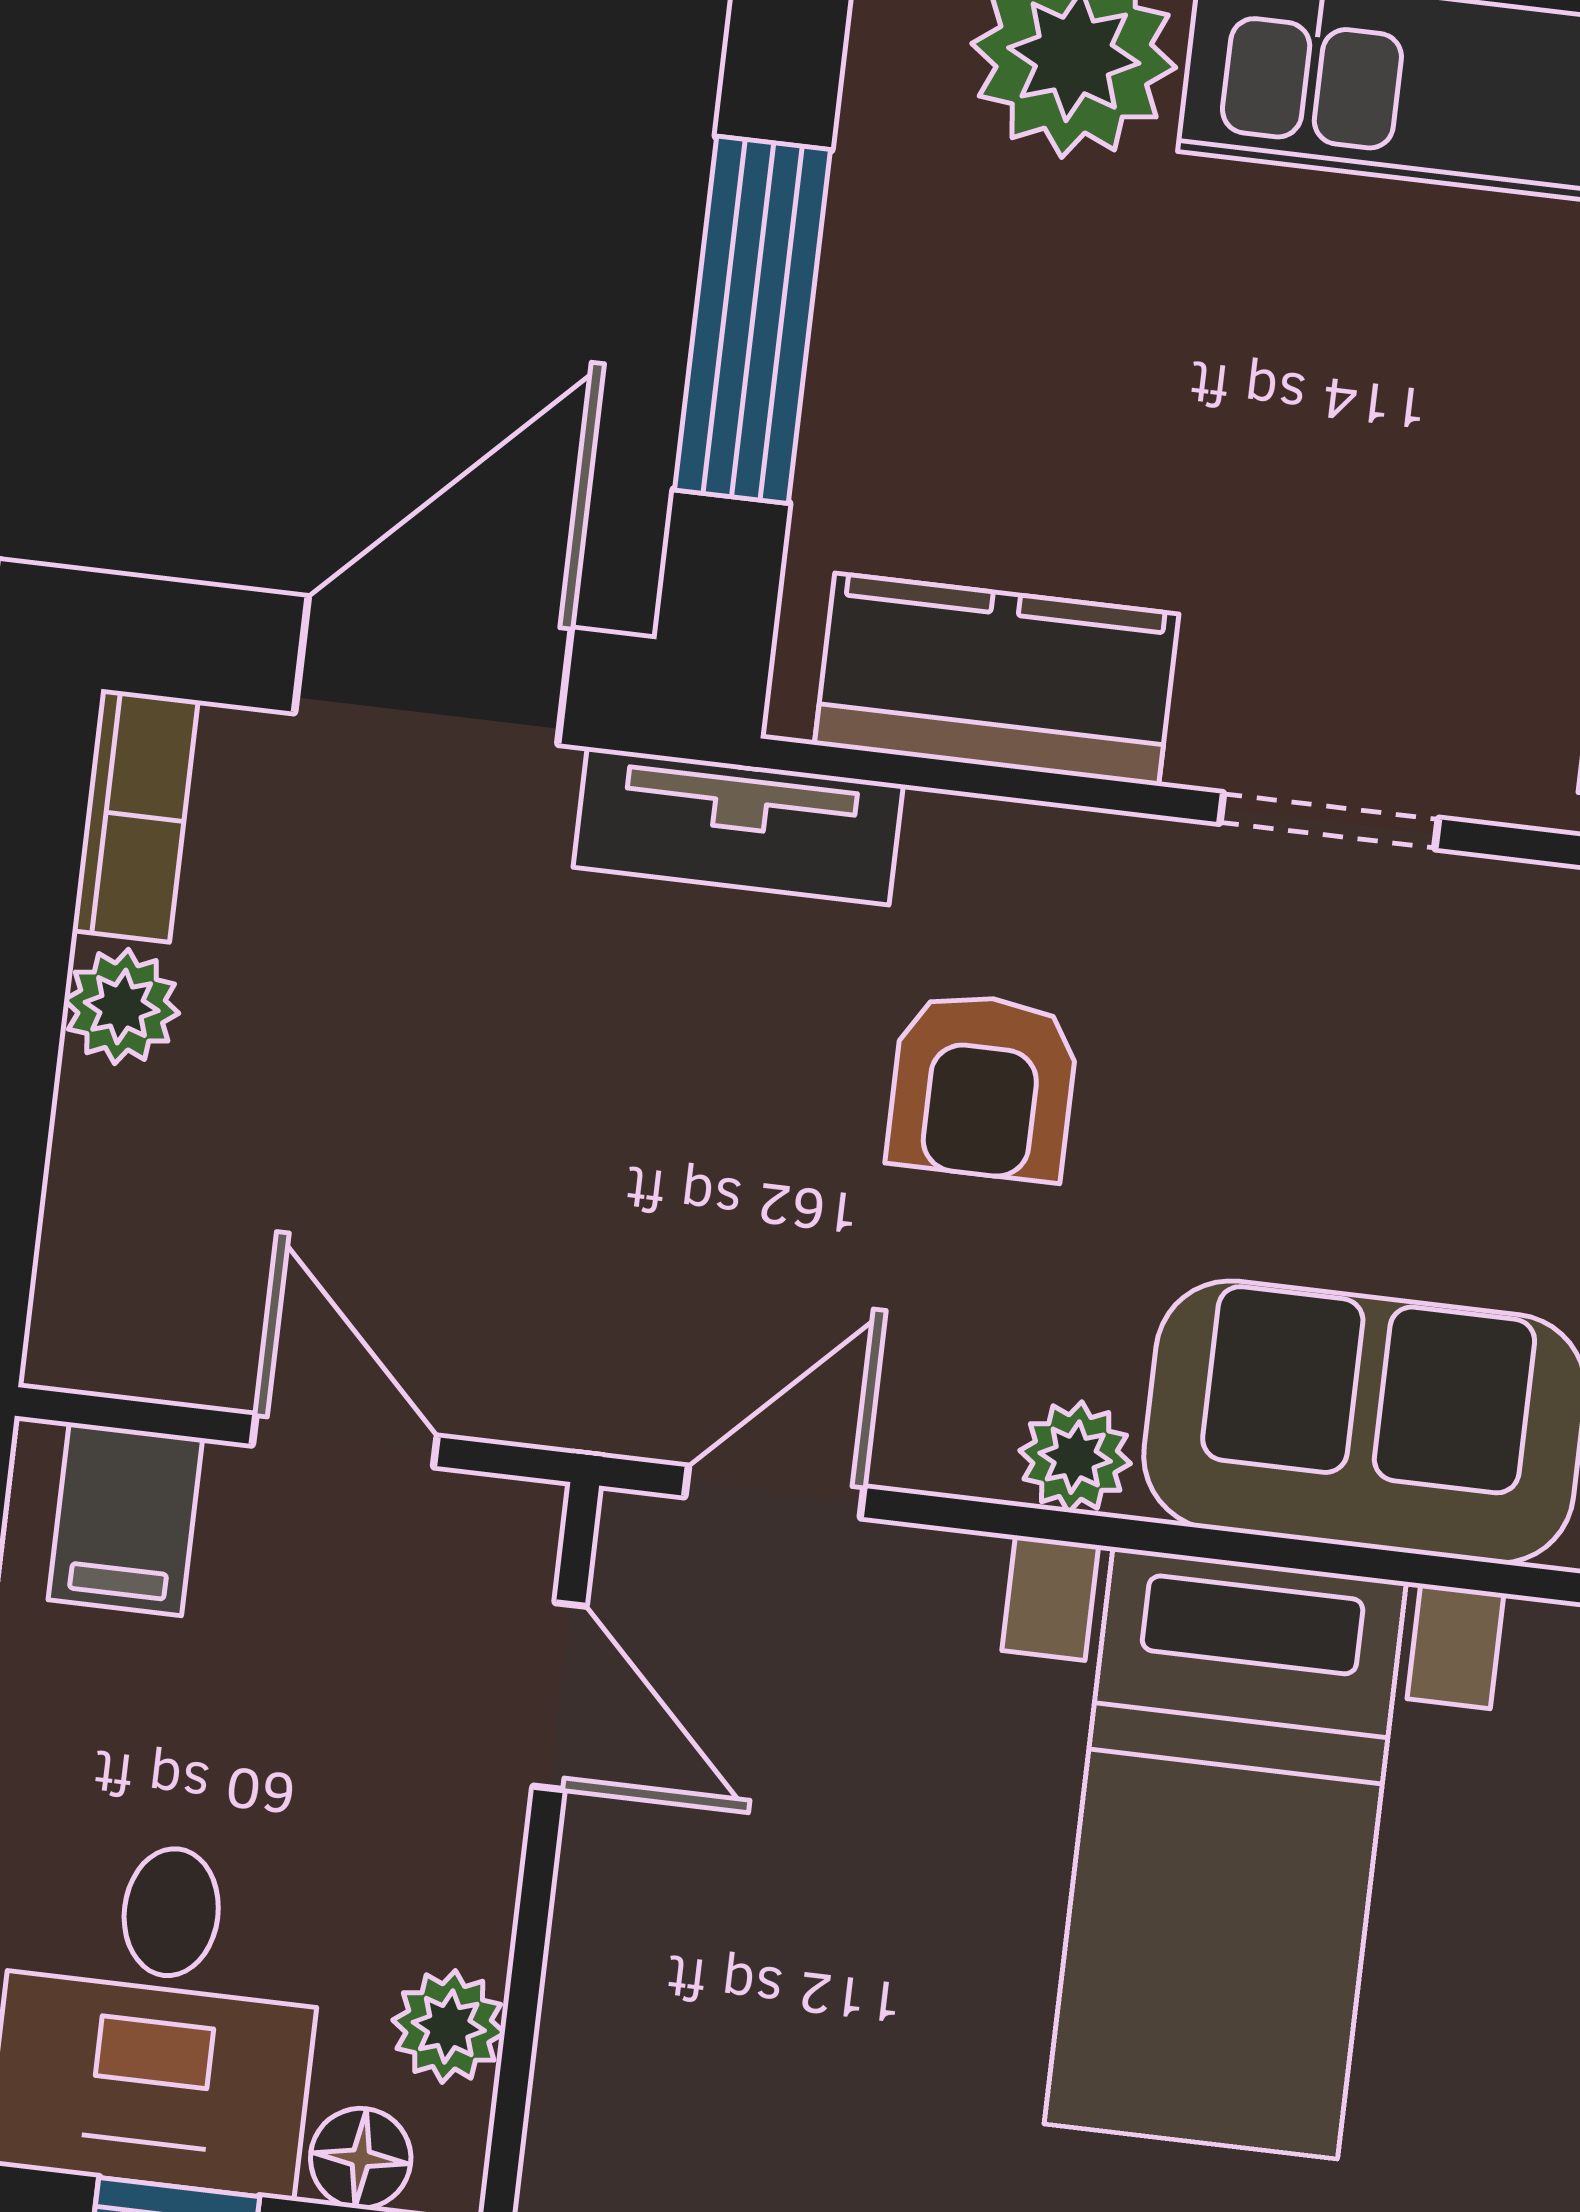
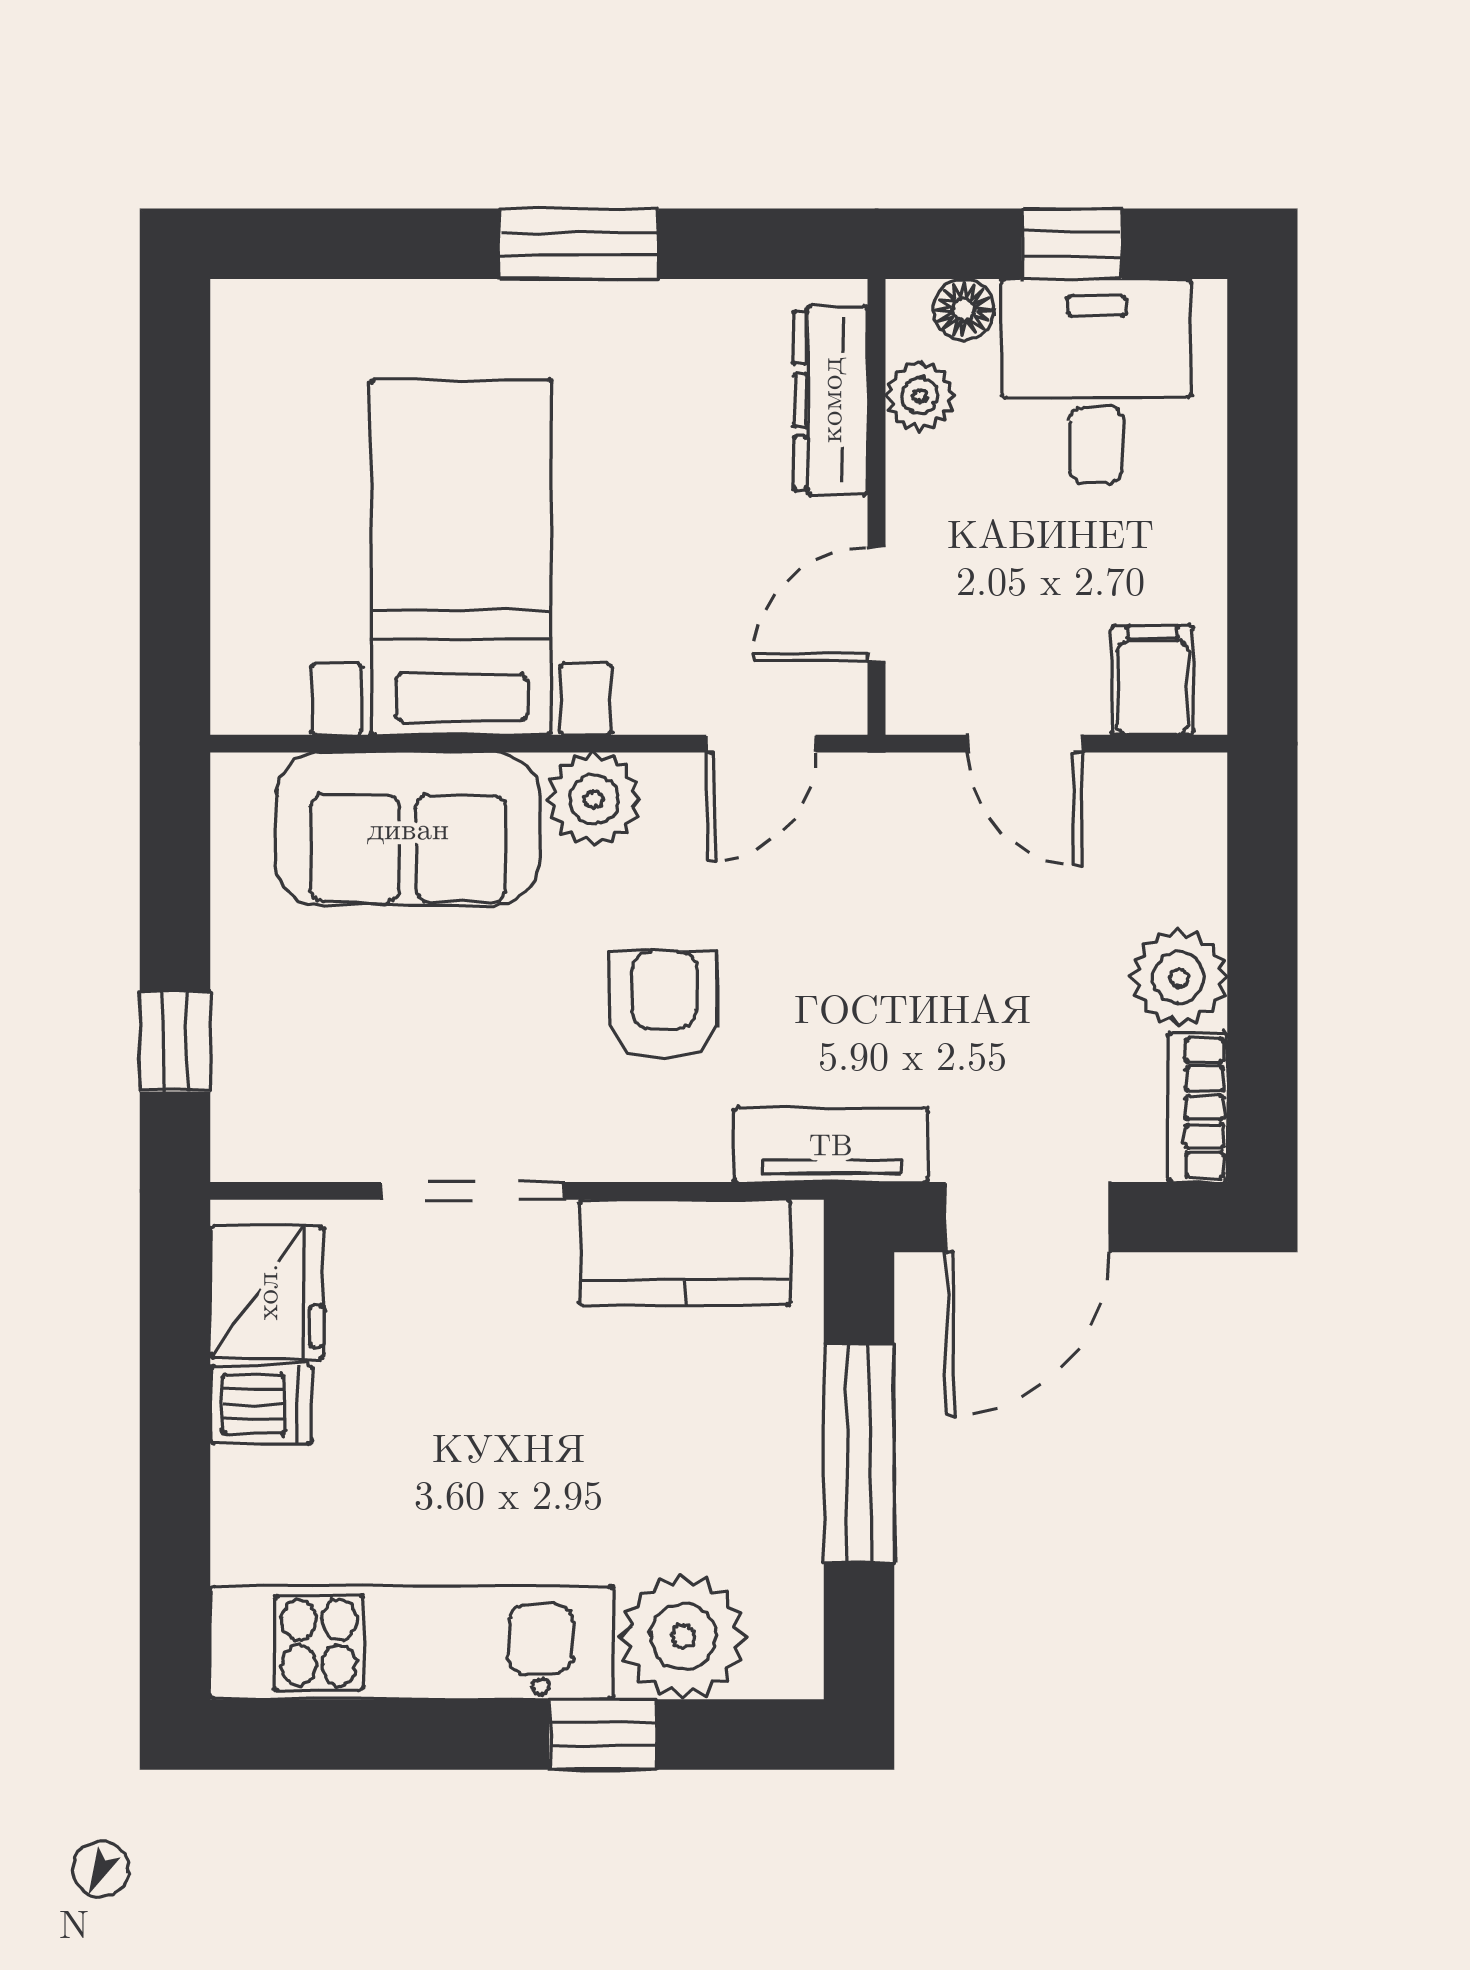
doorway: (1329, 821) -> (473, 1191), width x1.38
plant: (122, 1007) -> (1179, 978), width x1.38, depth x1.38
plant: (1075, 1457) -> (594, 799), width x1.38, depth x1.38
door: (559, 1696) -> (877, 604), hinge flipped
dresser: (594, 2037) -> (831, 400), added

